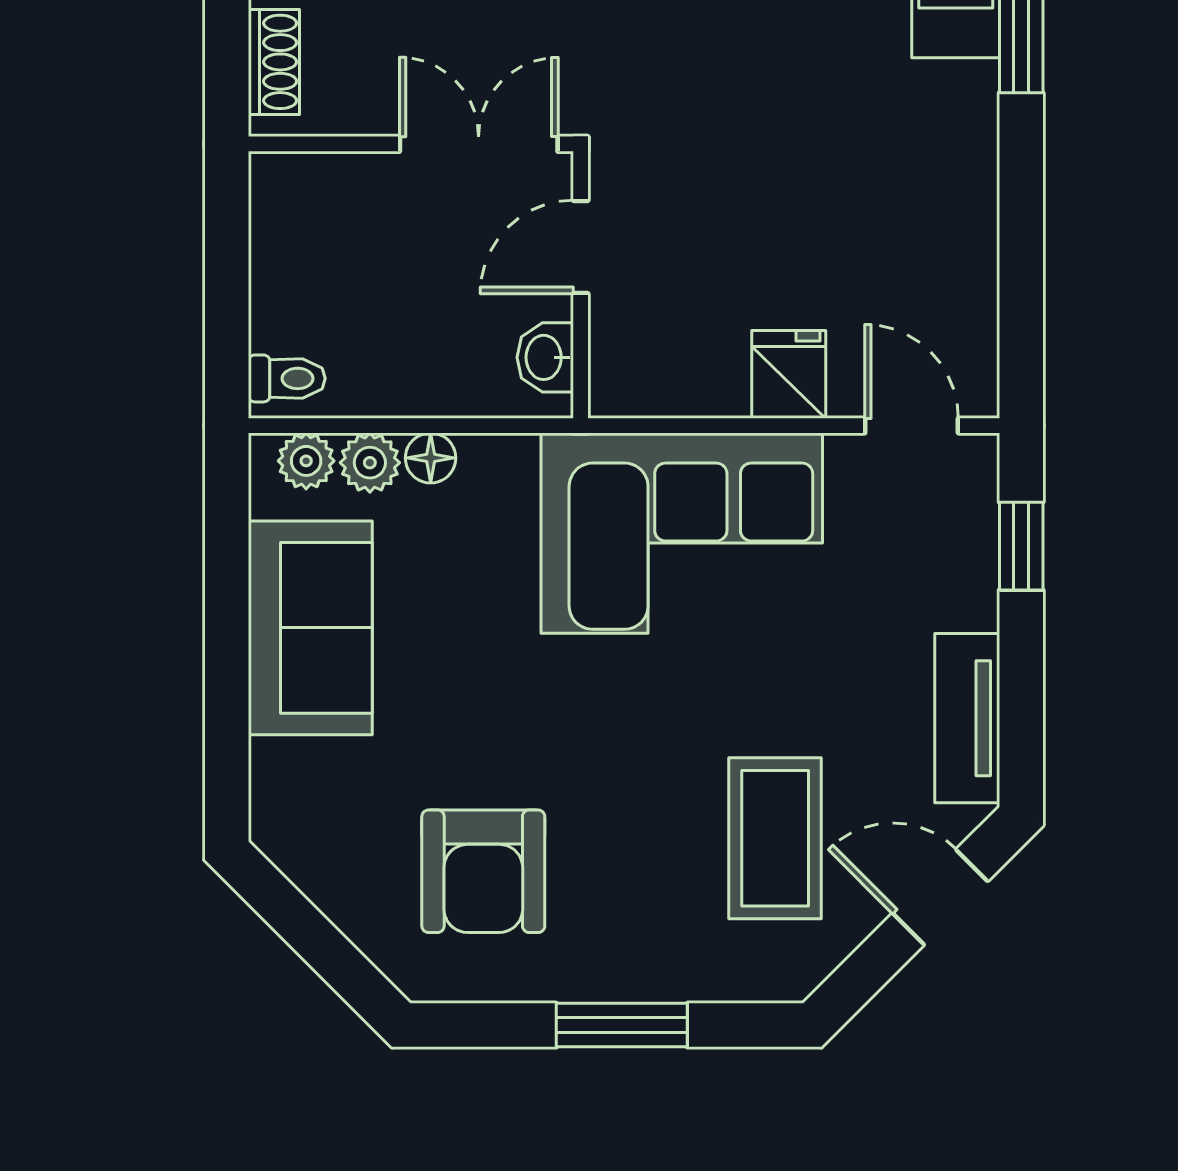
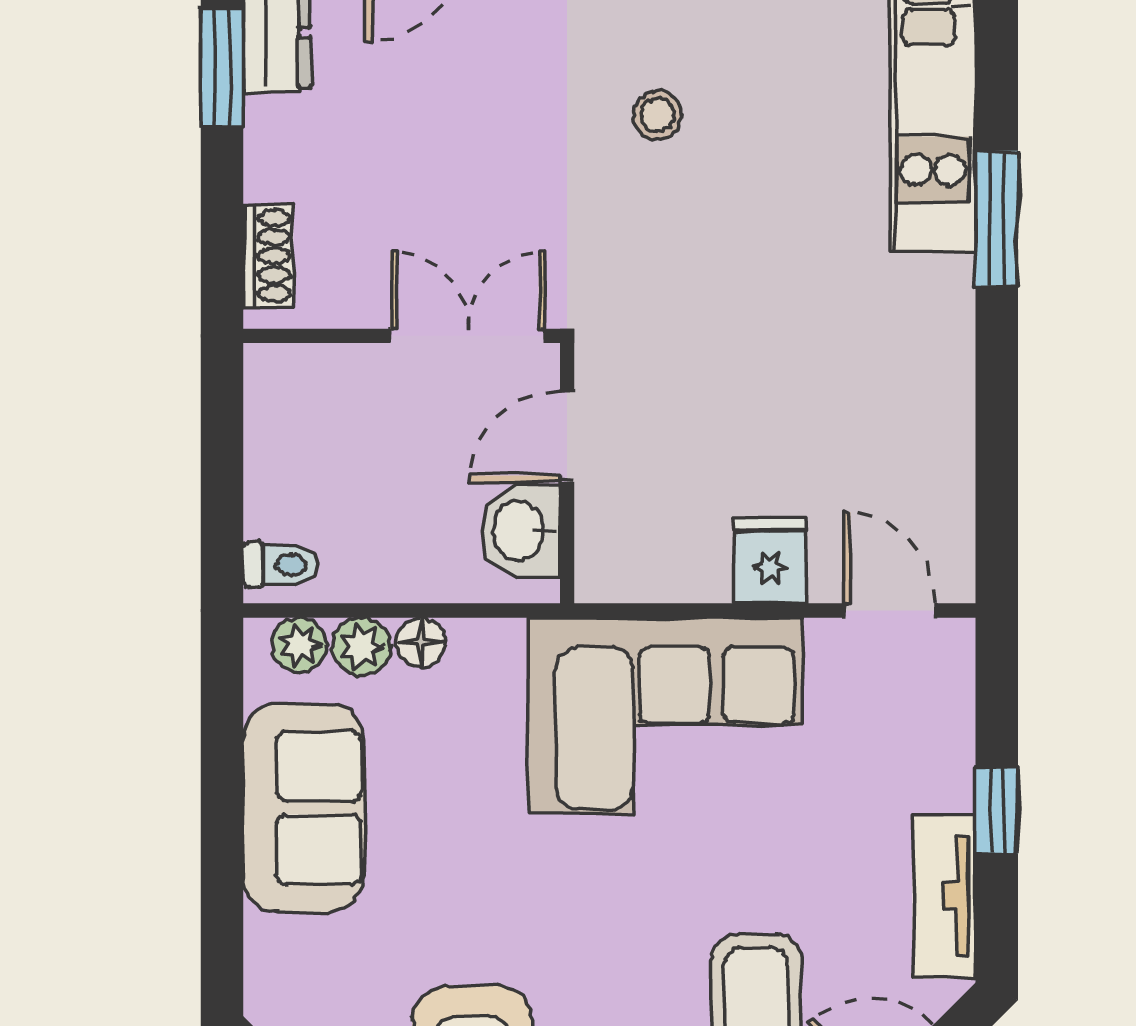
washbasin: (545, 357) -> (520, 531), width x1.38, depth x1.45
window: (1021, 546) -> (997, 810), moved

